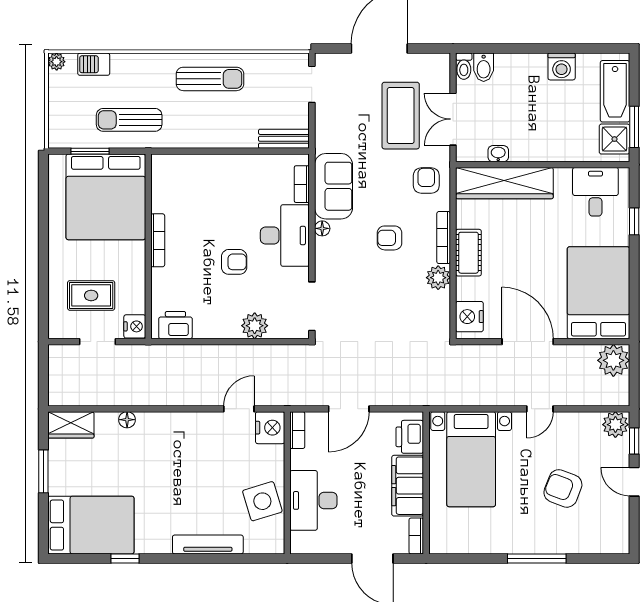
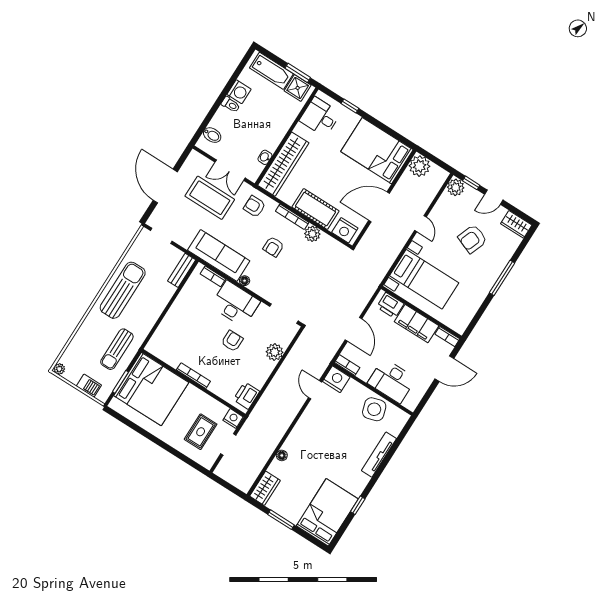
barbecue: (94, 64) -> (89, 386), moved, turned -90
toilet: (464, 66) -> (231, 105), moved
sun lounger: (210, 79) -> (123, 290), width x1.36, depth x1.34
sofa: (334, 186) -> (219, 255), width x1.36
cot: (468, 253) -> (315, 209), width x1.37, depth x1.34
wardrobe: (617, 533) -> (516, 224), added

